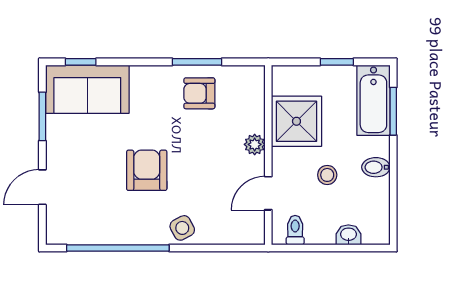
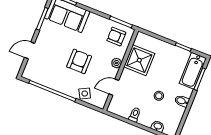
shower: (296, 121) -> (139, 60), moved
plant: (255, 144) -> (116, 63), moved
wall: (268, 155) -> (121, 70), moved
door: (268, 193) -> (114, 87), moved

